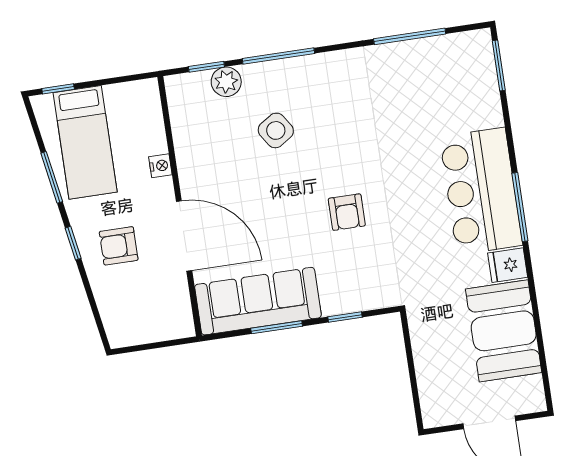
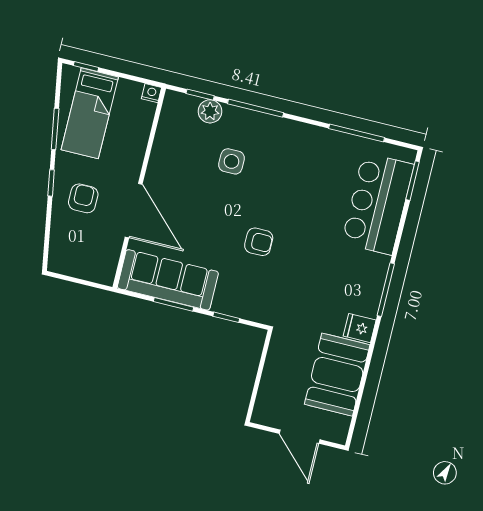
side table: (276, 130) -> (232, 161), turned 33
nightstand: (160, 166) -> (151, 93), moved, turned -90
bar counter: (481, 191) -> (378, 204), moved
armchair: (347, 212) -> (259, 242), turned -90
armchair: (119, 246) -> (83, 198), turned 90

